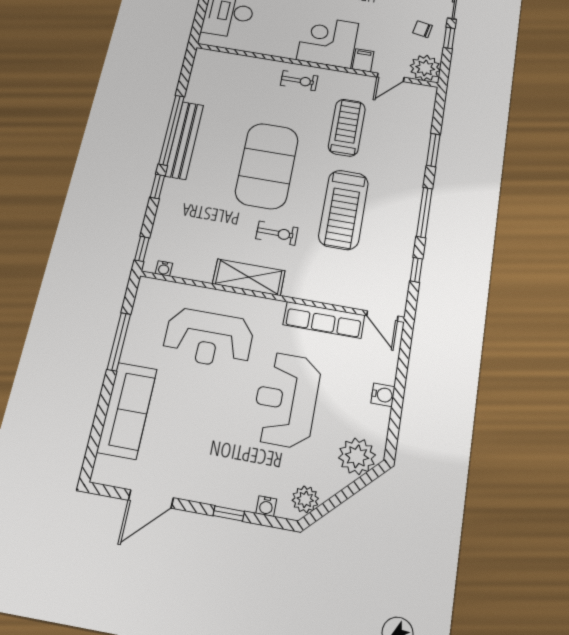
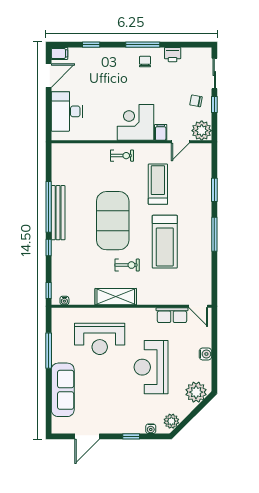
window: (416, 270) -> (214, 273), removed
row of seats: (324, 320) -> (172, 315), width x0.68

